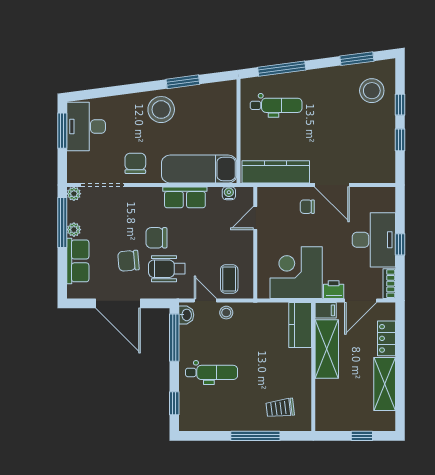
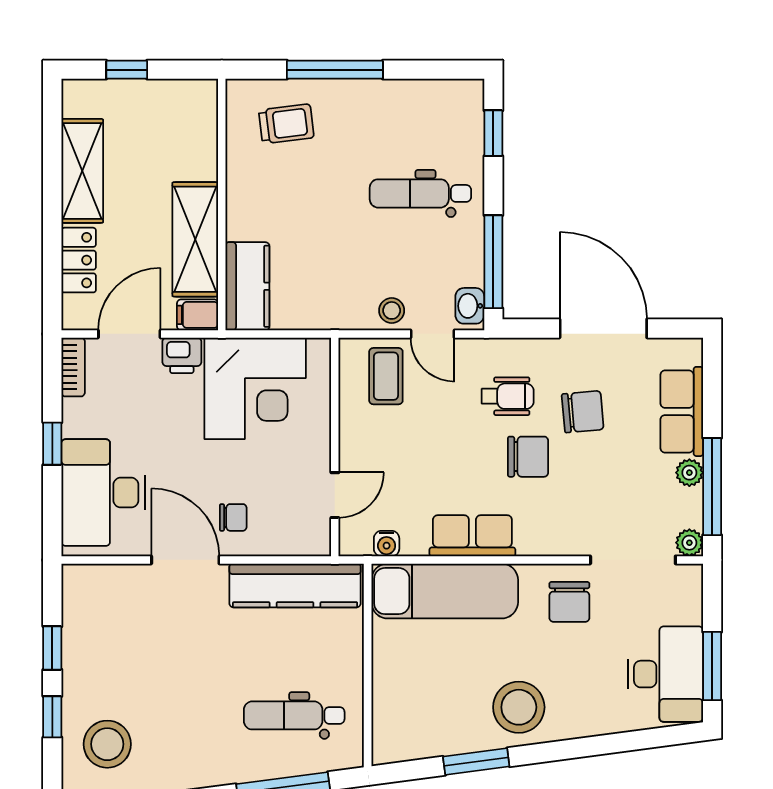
desk: (374, 240) -> (103, 493), moved
wheelchair: (167, 269) -> (508, 396), width x0.73, depth x0.73

